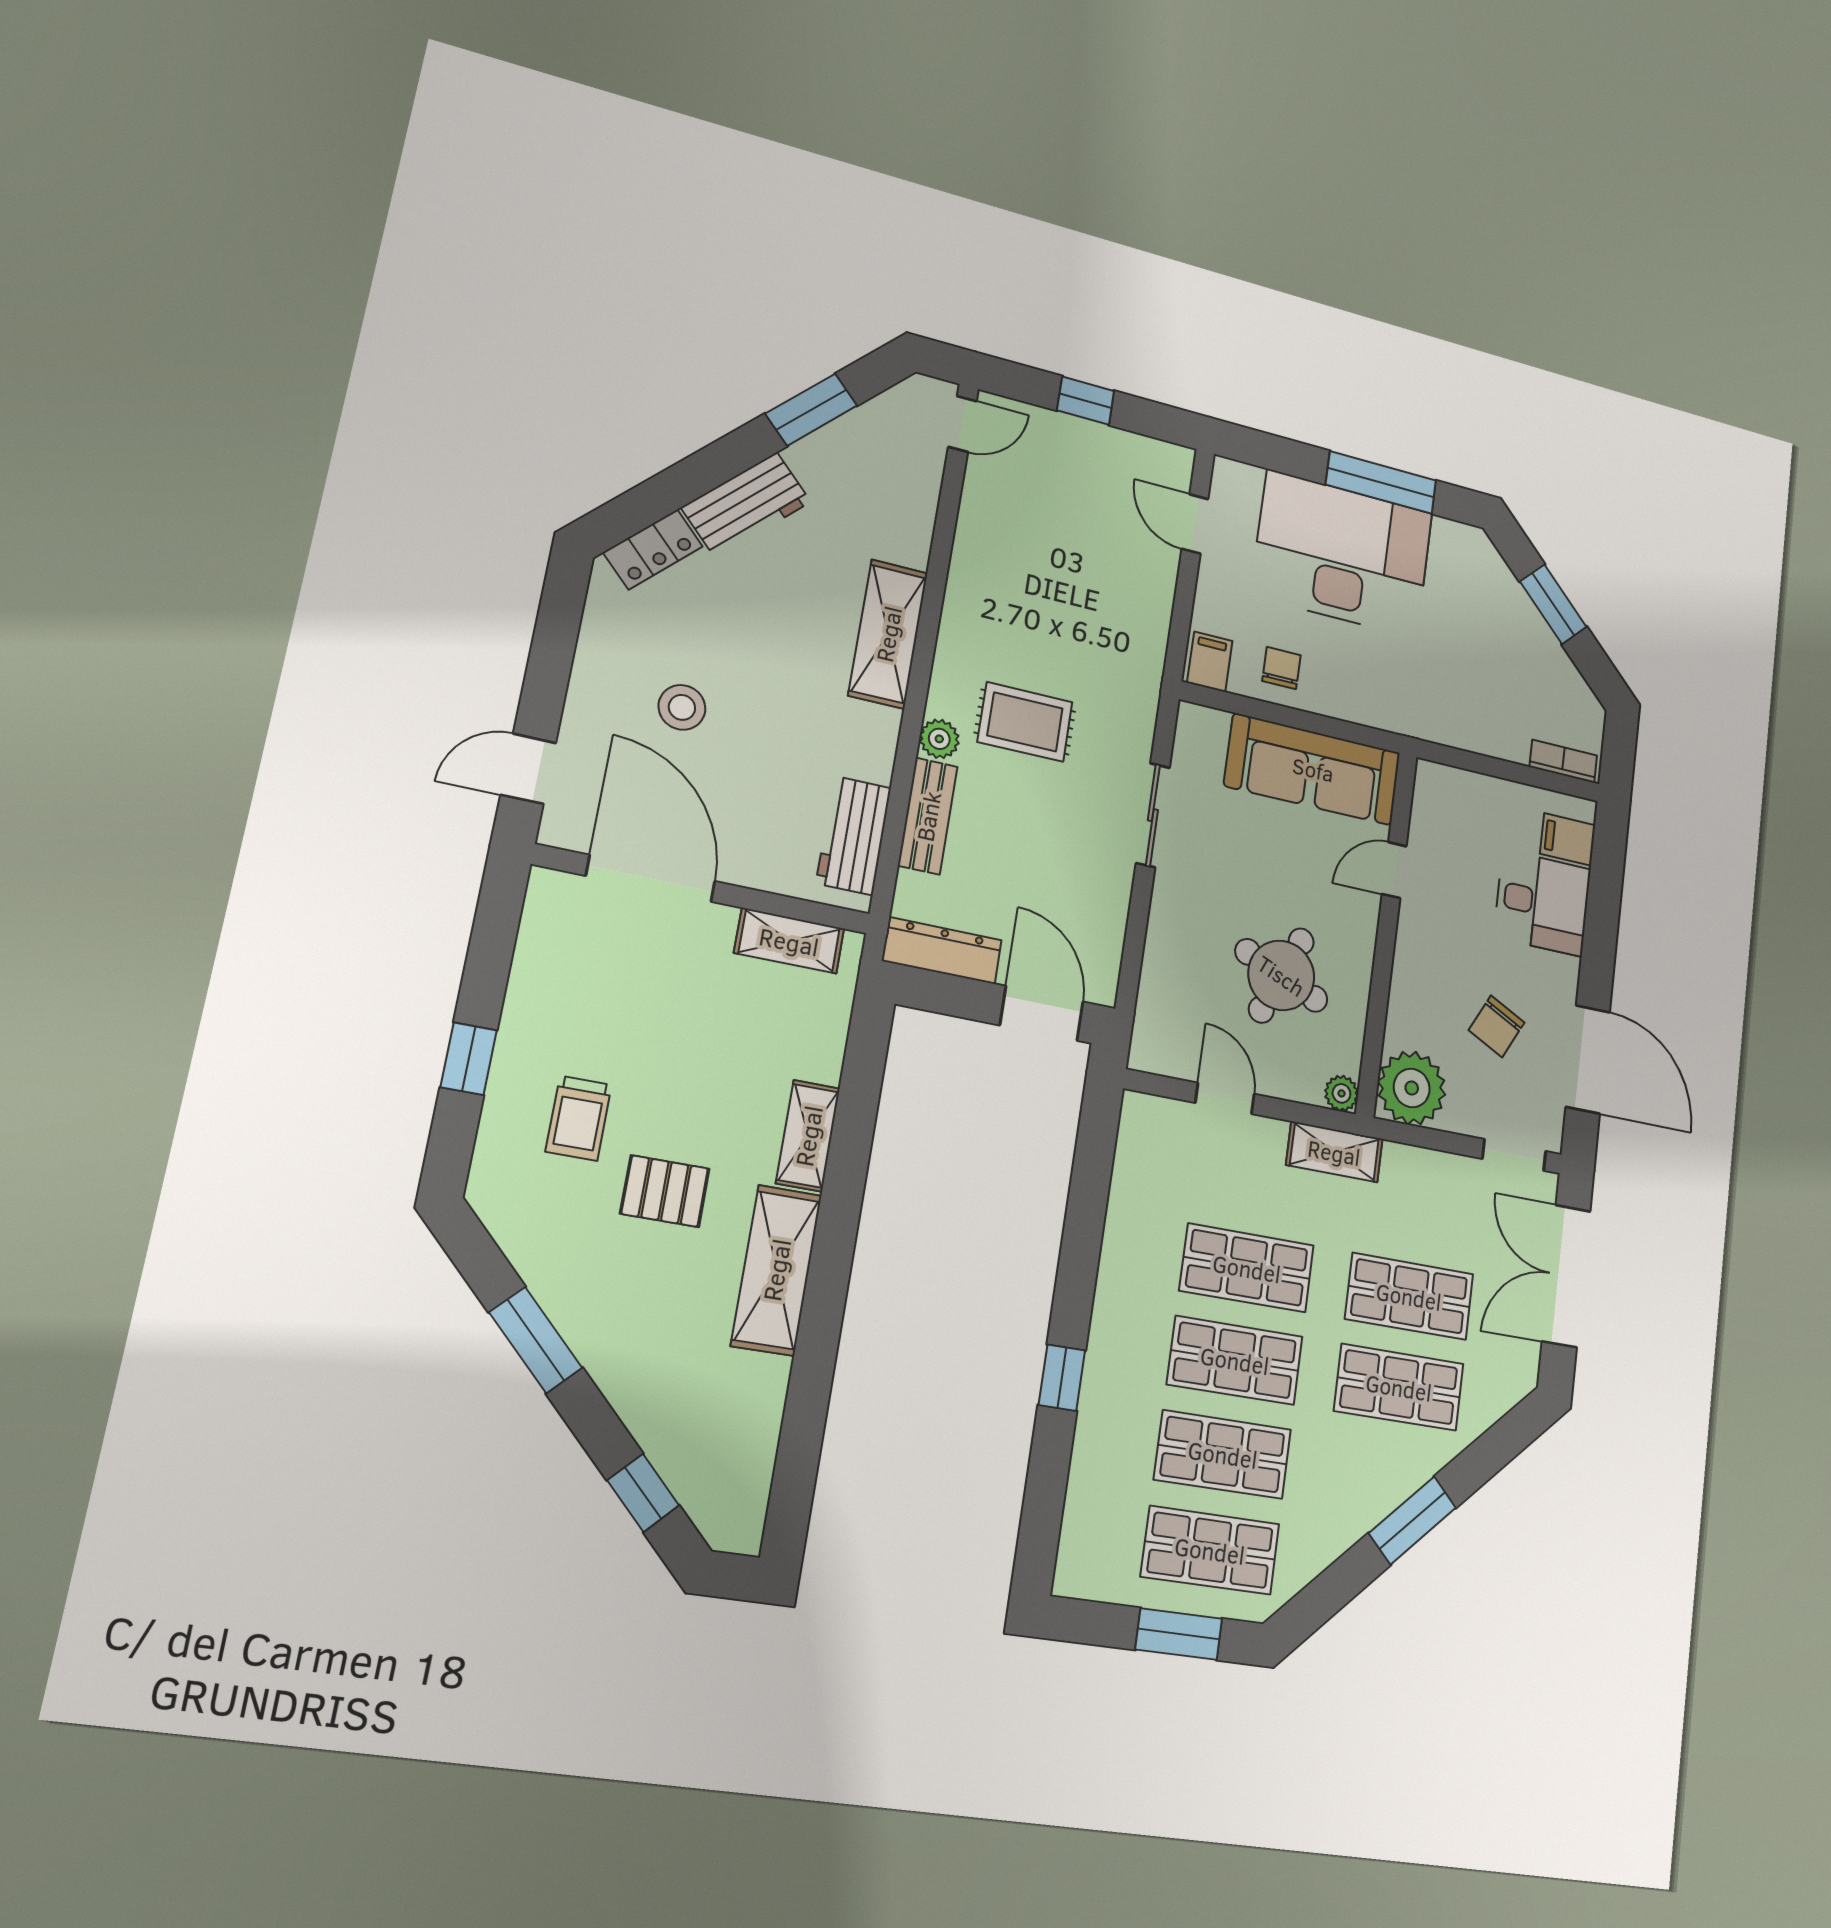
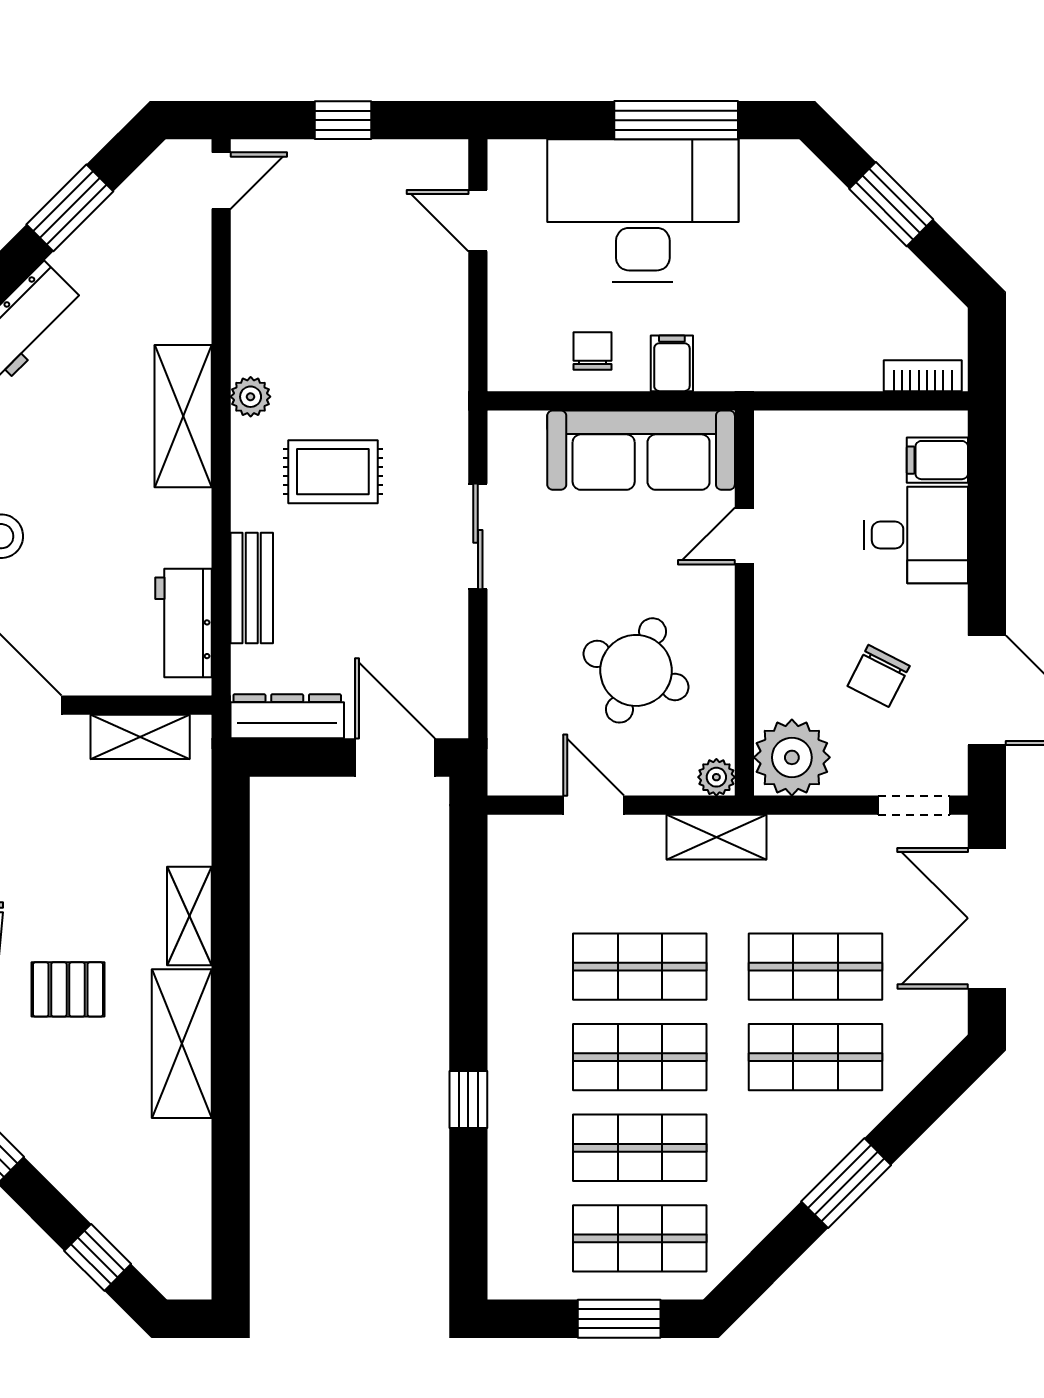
filing cabinet: (1210, 662) -> (672, 363), moved
plant: (939, 739) -> (251, 397), moved

